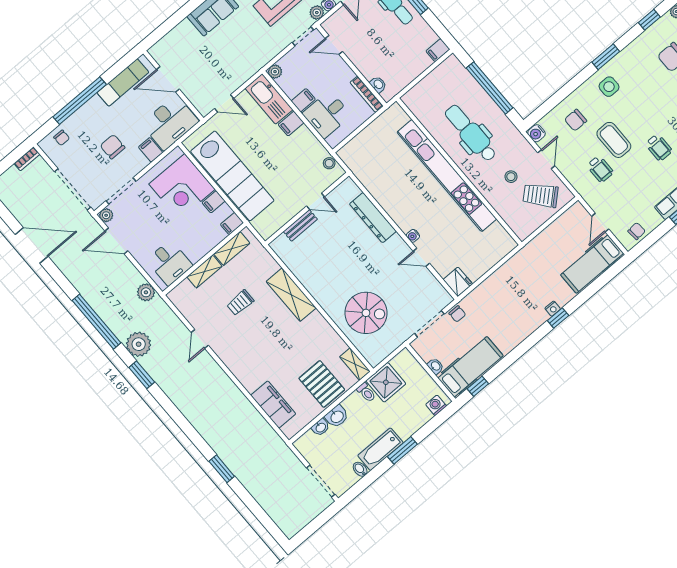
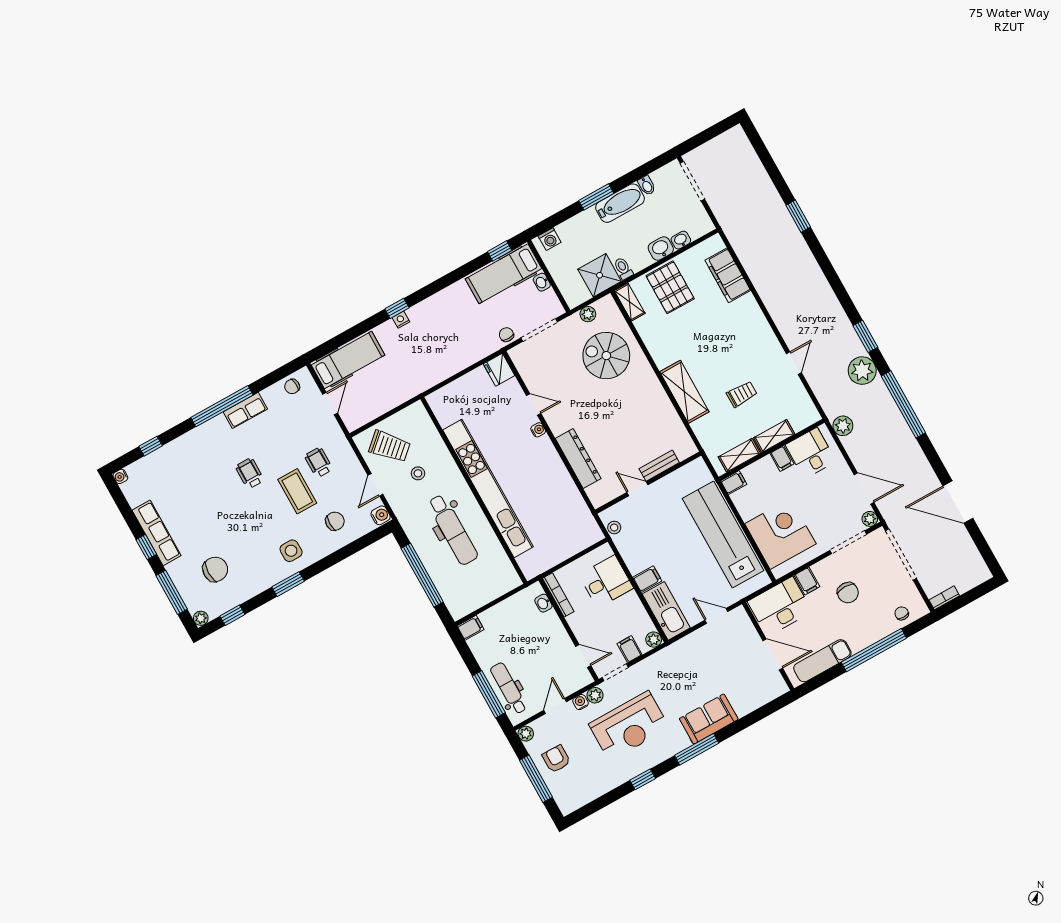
filing cabinet: (303, 100) -> (630, 649), moved, turned 90
filing cabinet: (214, 202) -> (782, 459), moved, turned 90
plant: (389, 346) -> (588, 314), added

